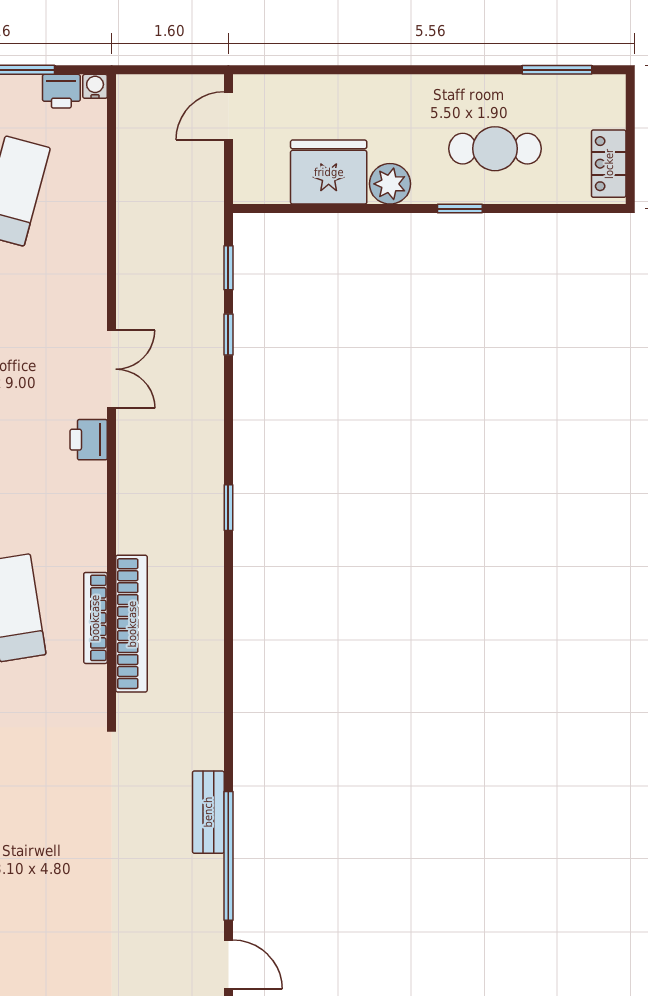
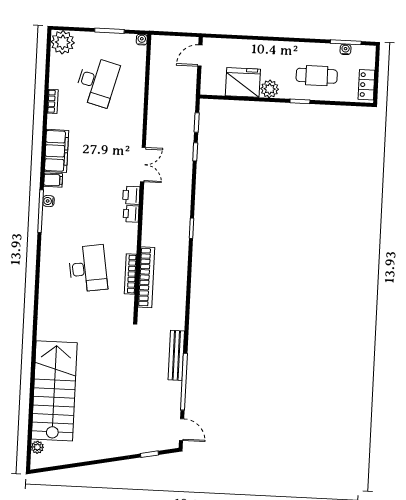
water cooler: (557, 86) -> (345, 49), added
printer: (61, 91) -> (131, 214), moved, turned 90
bench: (208, 812) -> (176, 355), width x1.36

